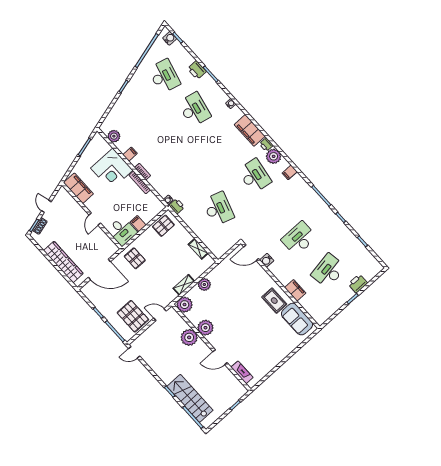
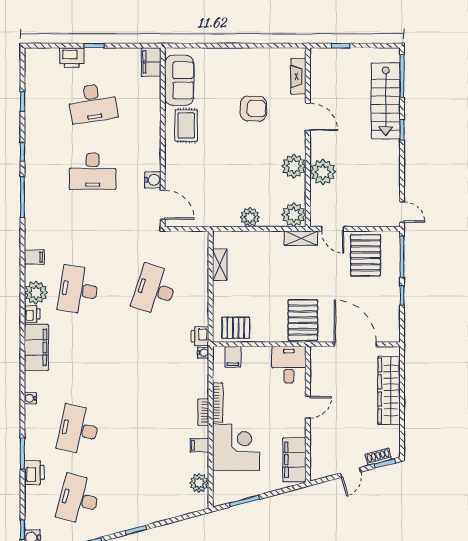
filing cabinet: (138, 224) -> (233, 357), moved
pallet: (135, 258) -> (303, 320), width x1.50, depth x1.42
shelving: (184, 285) -> (301, 238), moved
filing cabinet: (295, 290) -> (151, 62), moved
armchair: (250, 338) -> (253, 109), added

